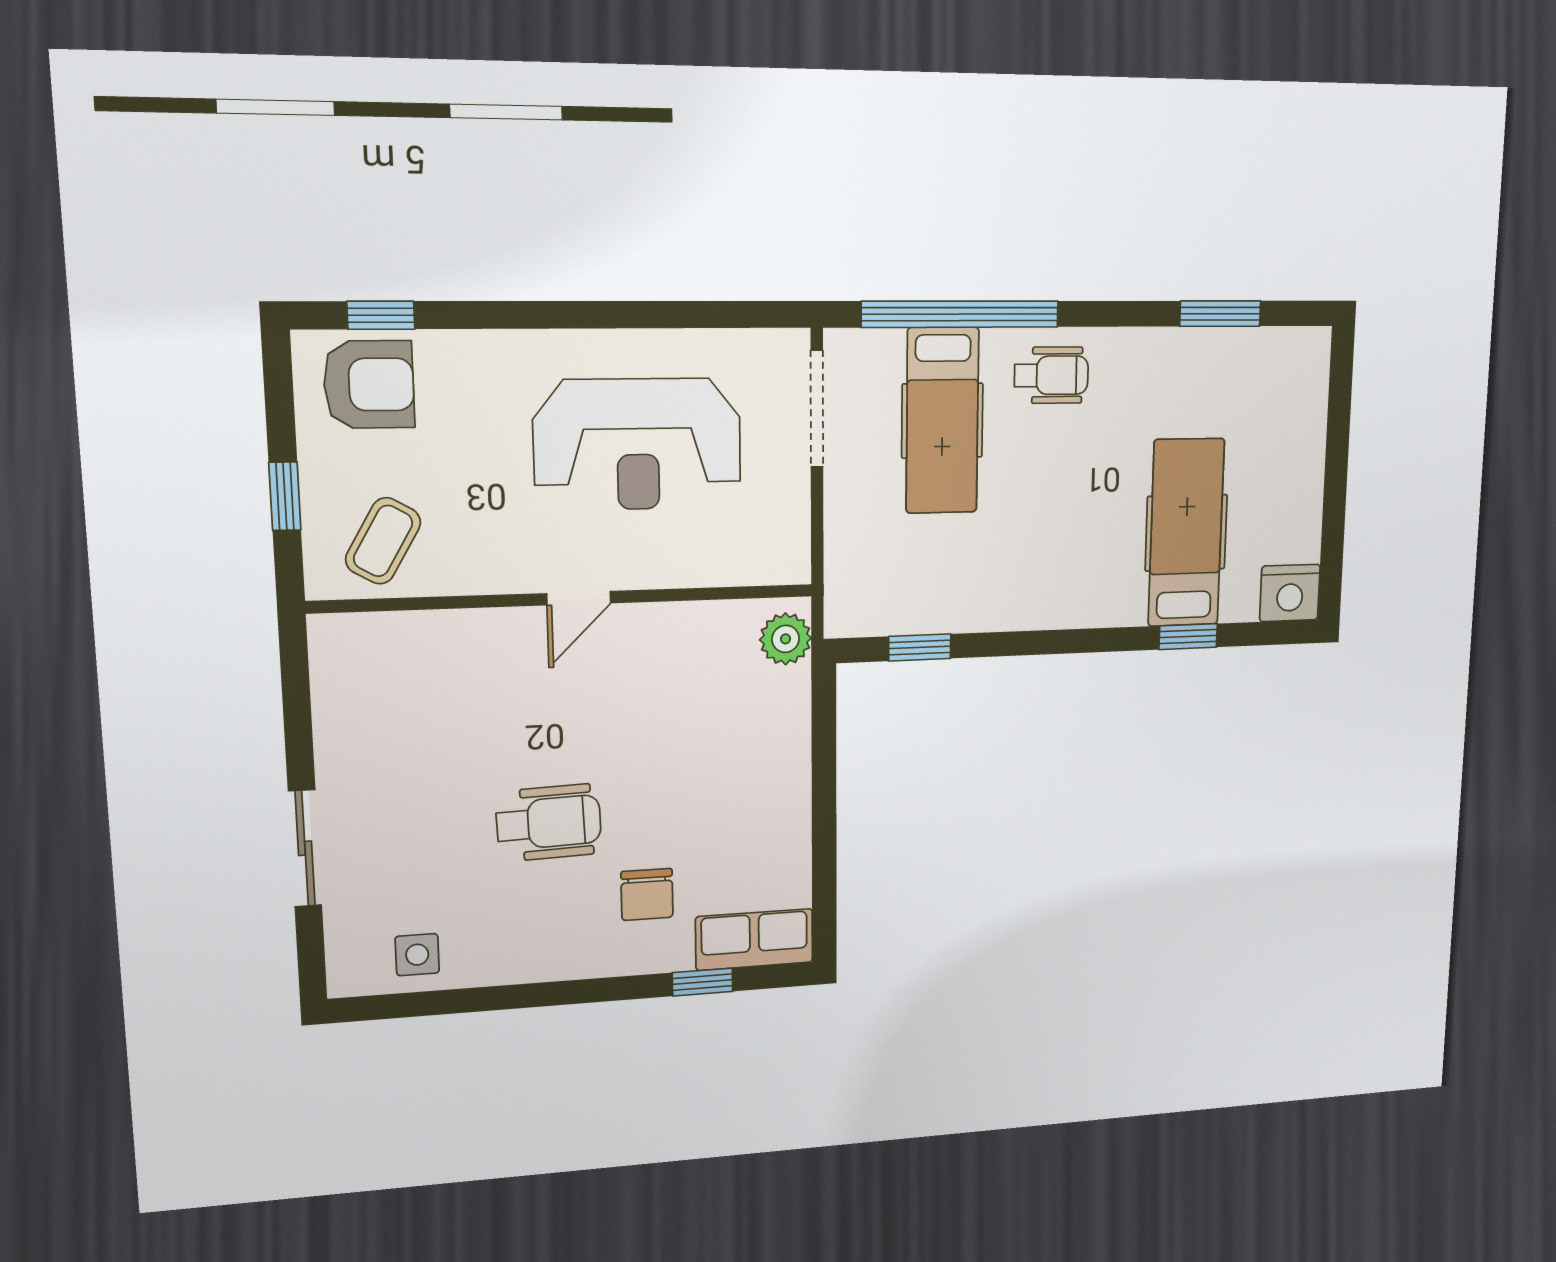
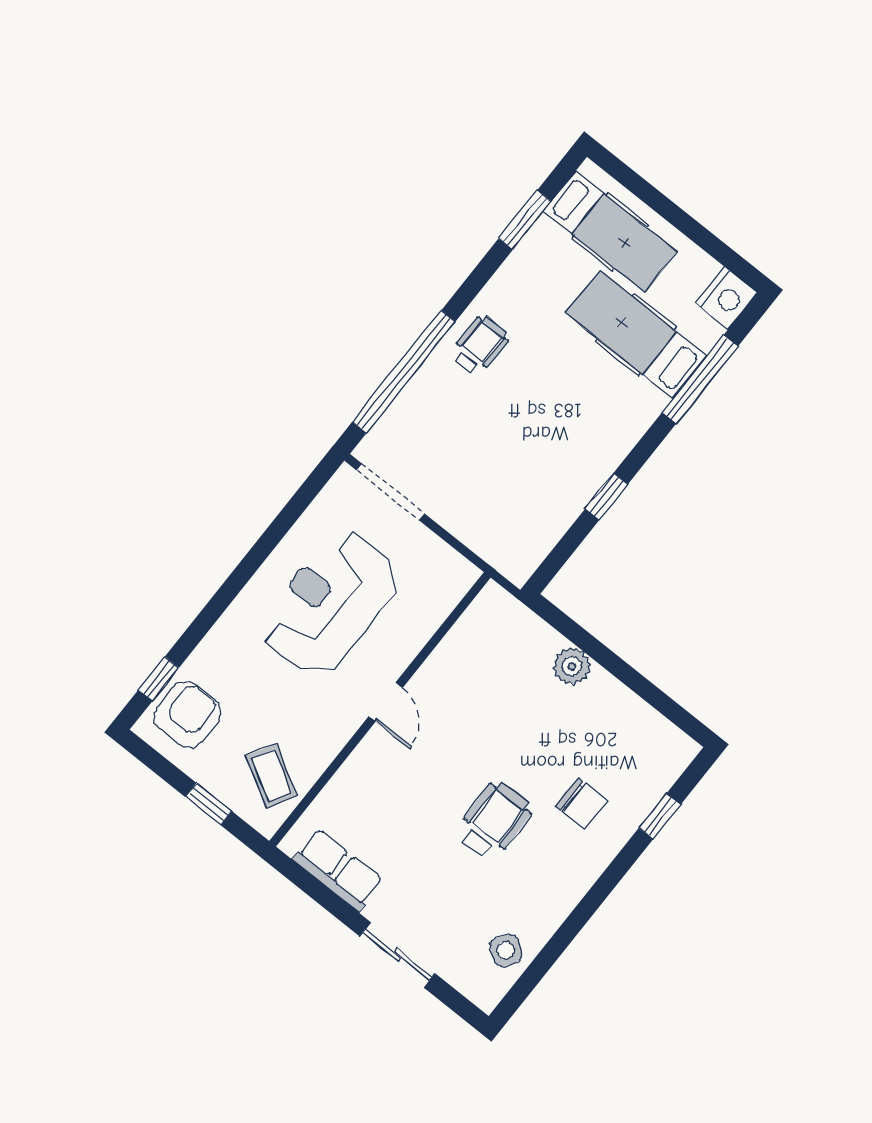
hospital bed: (942, 421) -> (610, 232), moved
reception desk: (638, 444) -> (330, 603), turned 180
window: (1188, 637) -> (700, 379), width x2.17
plant: (786, 639) -> (572, 666), moved
window: (920, 647) -> (606, 496), moved
row of seats: (754, 940) -> (338, 870), moved, turned 90
side table: (417, 955) -> (506, 950), turned 35

